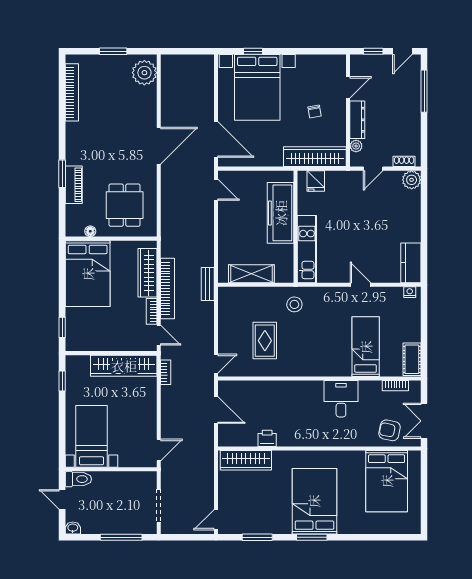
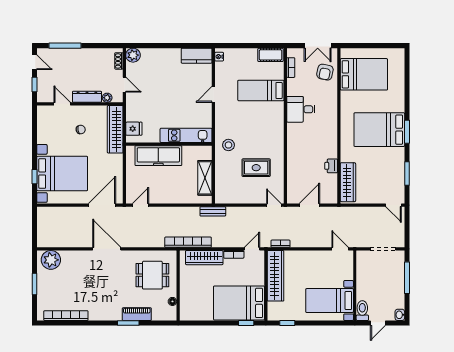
bed: (88, 274) -> (239, 303), moved, turned 180
bookcase: (168, 289) -> (188, 242), moved

